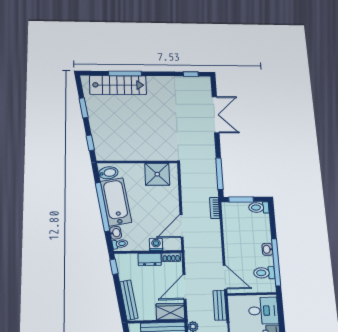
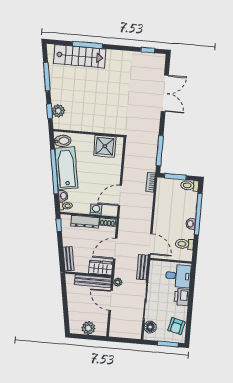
window: (84, 108) -> (47, 77), width x1.44
plant: (100, 142) -> (58, 111), added
dresser: (150, 259) -> (85, 222), width x1.44
window: (276, 262) -> (198, 214), moved
bench: (129, 300) -> (68, 259), width x0.73

